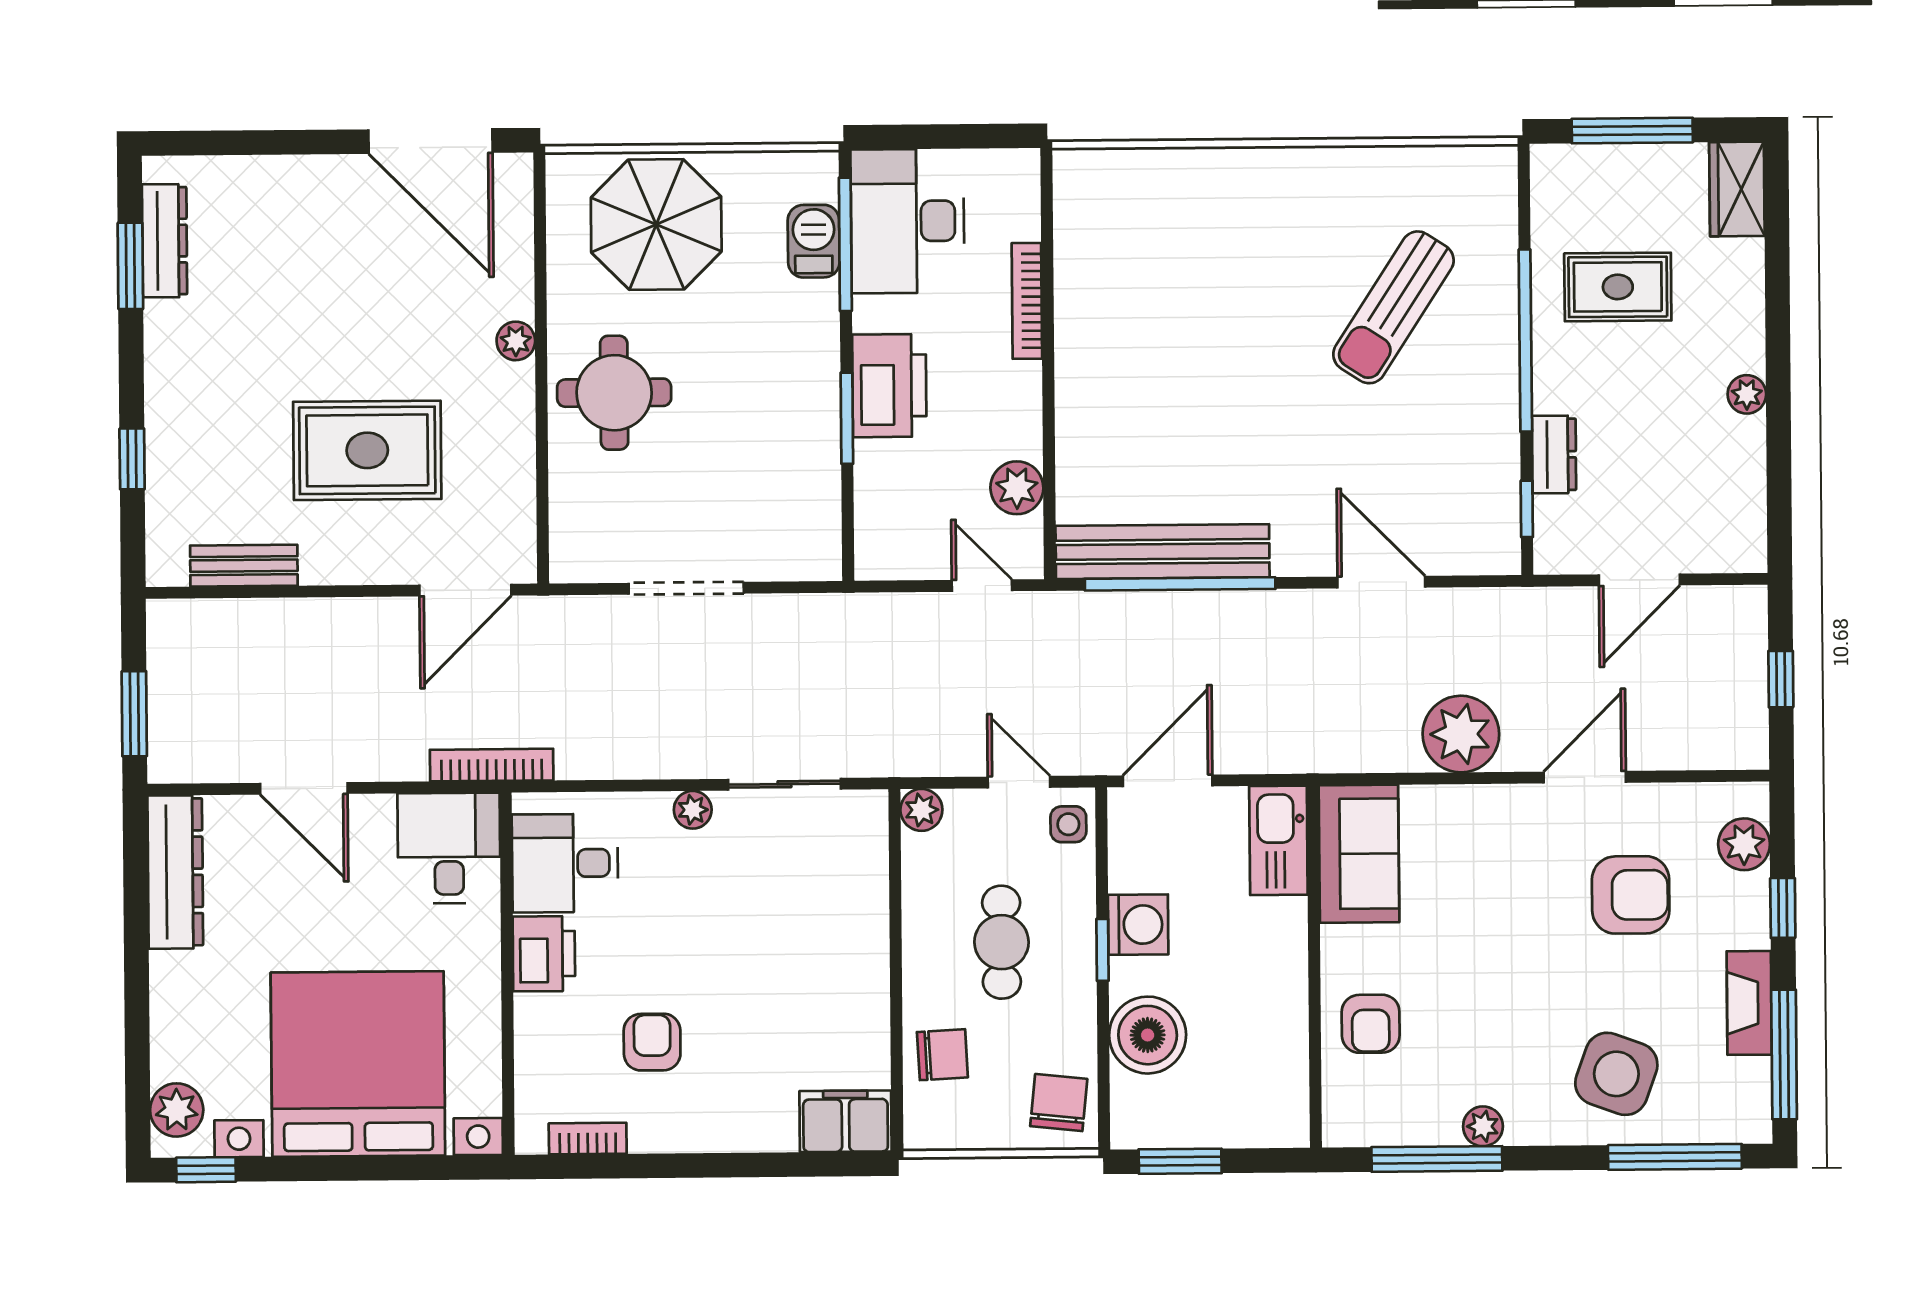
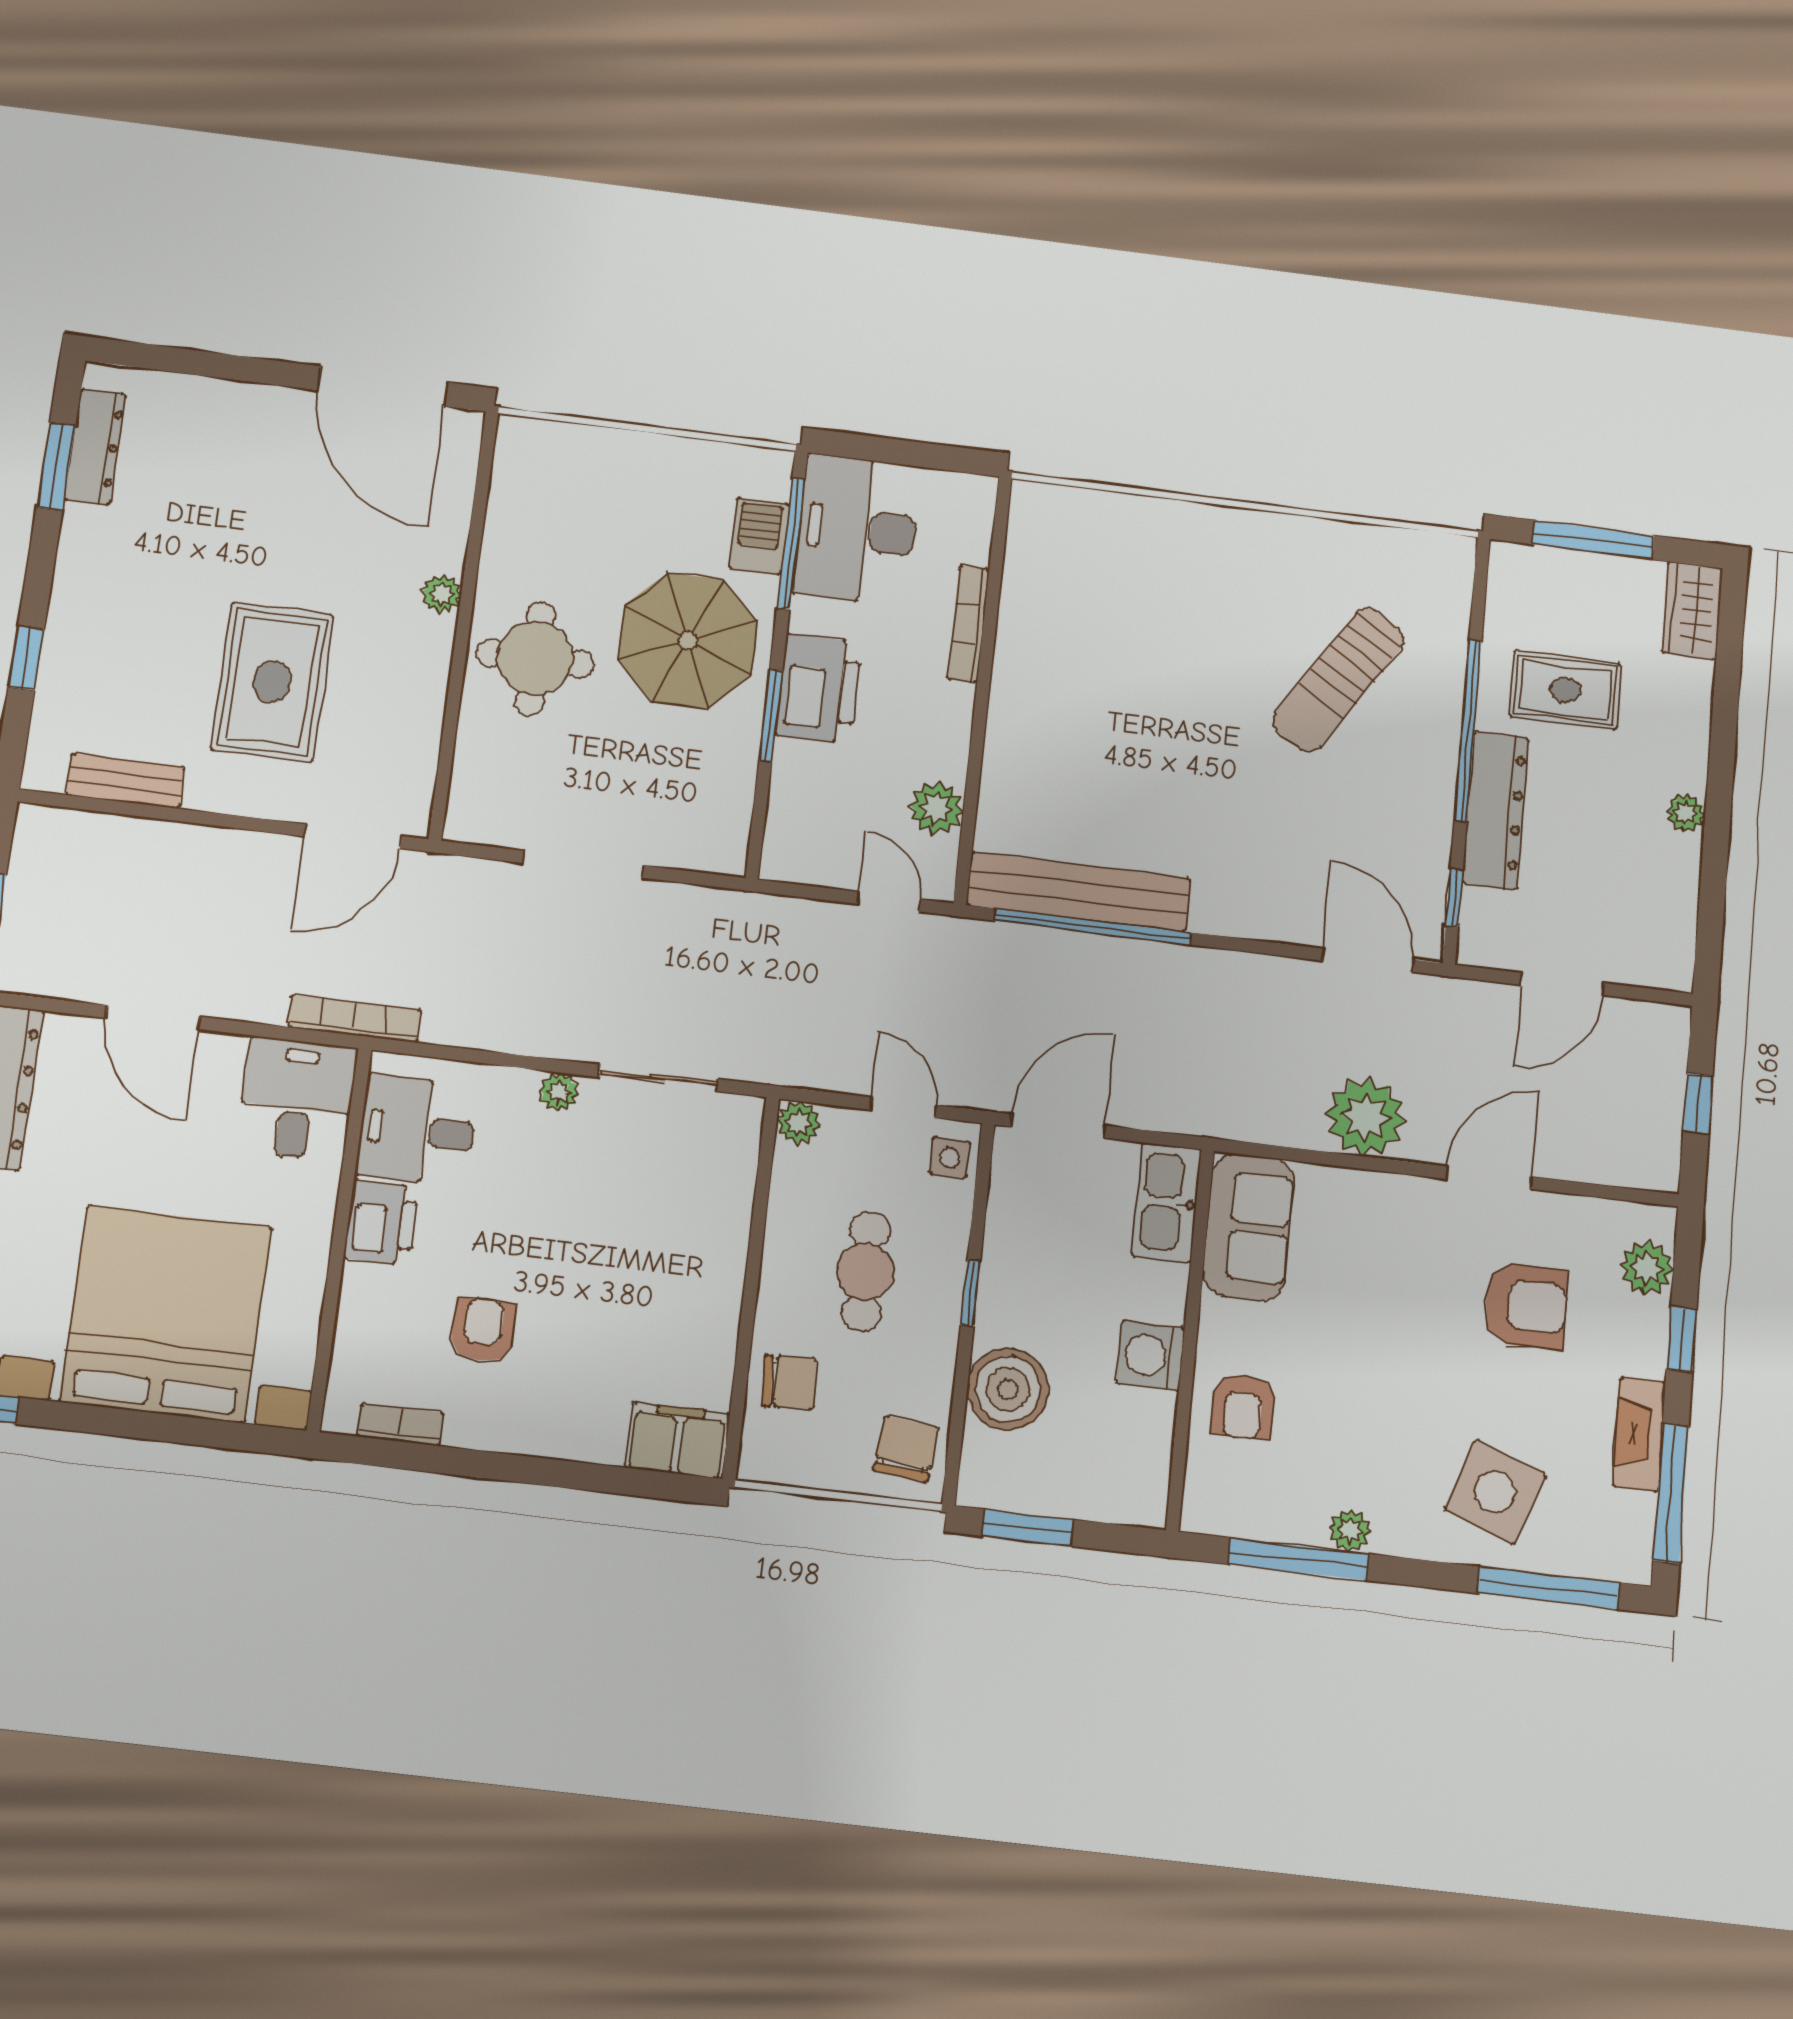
parasol: (656, 225) -> (688, 641), moved
rug: (367, 450) -> (272, 682), turned 90
dresser: (1554, 454) -> (1495, 810), width x1.96, depth x1.24
door: (1381, 582) -> (1368, 960), moved
washing machine: (1138, 925) -> (1151, 1356), moved, turned 180

